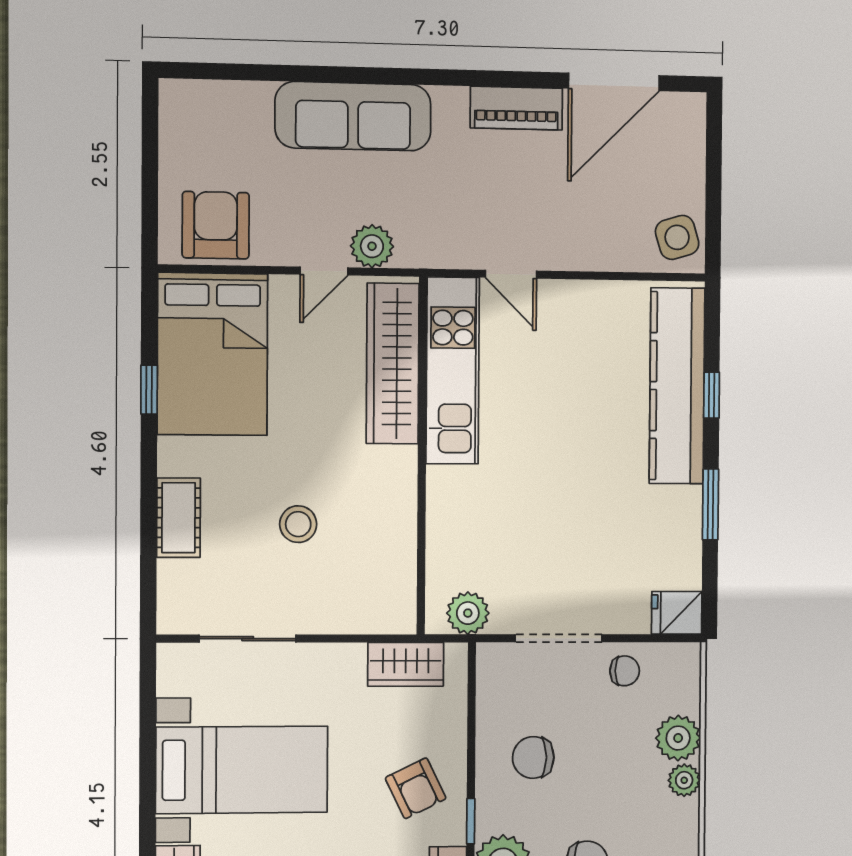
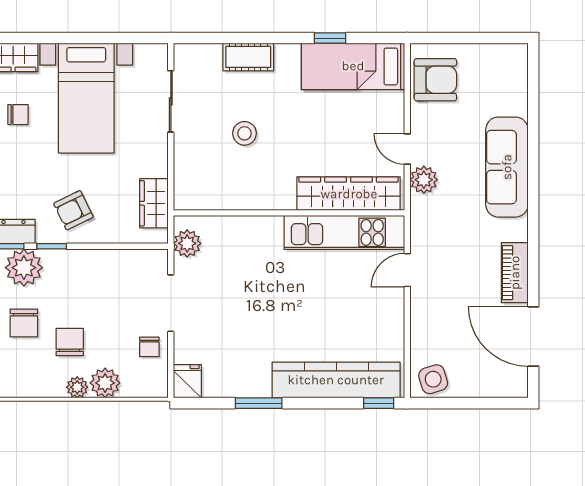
bed: (212, 354) -> (353, 66), width x0.67
window: (712, 395) -> (379, 403), moved
chair: (533, 757) -> (70, 342), moved

